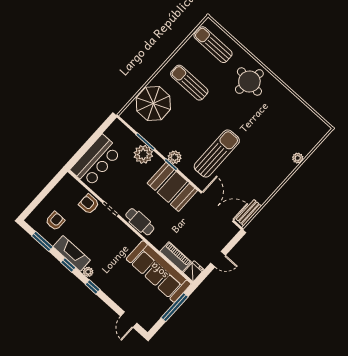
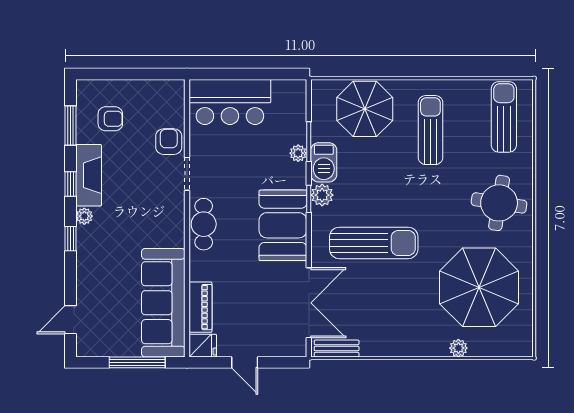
parasol: (279, 124) -> (479, 287), added
barbecue: (161, 143) -> (324, 162), added
plant: (143, 154) -> (298, 153), width x0.53, depth x0.53

